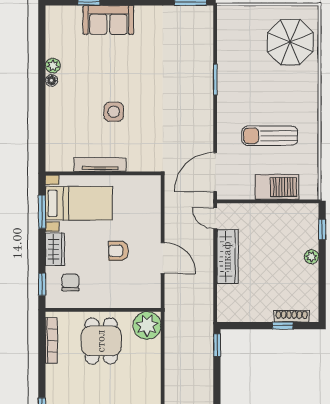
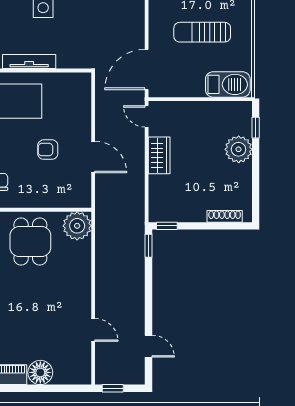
barbecue: (277, 187) -> (228, 84), moved
wardrobe: (227, 256) -> (159, 155), width x0.67
plant: (311, 257) -> (239, 149), width x1.88, depth x1.88
window: (283, 326) -> (167, 226), moved

